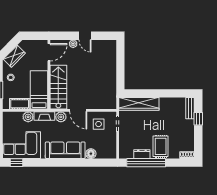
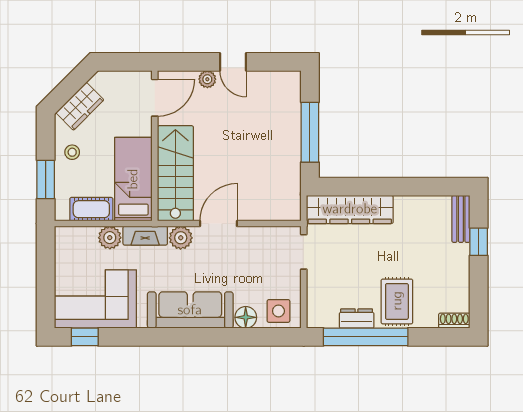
window: (120, 68) -> (310, 132), added
door: (78, 110) -> (219, 223), swing flipped
side table: (99, 124) -> (278, 311), moved

